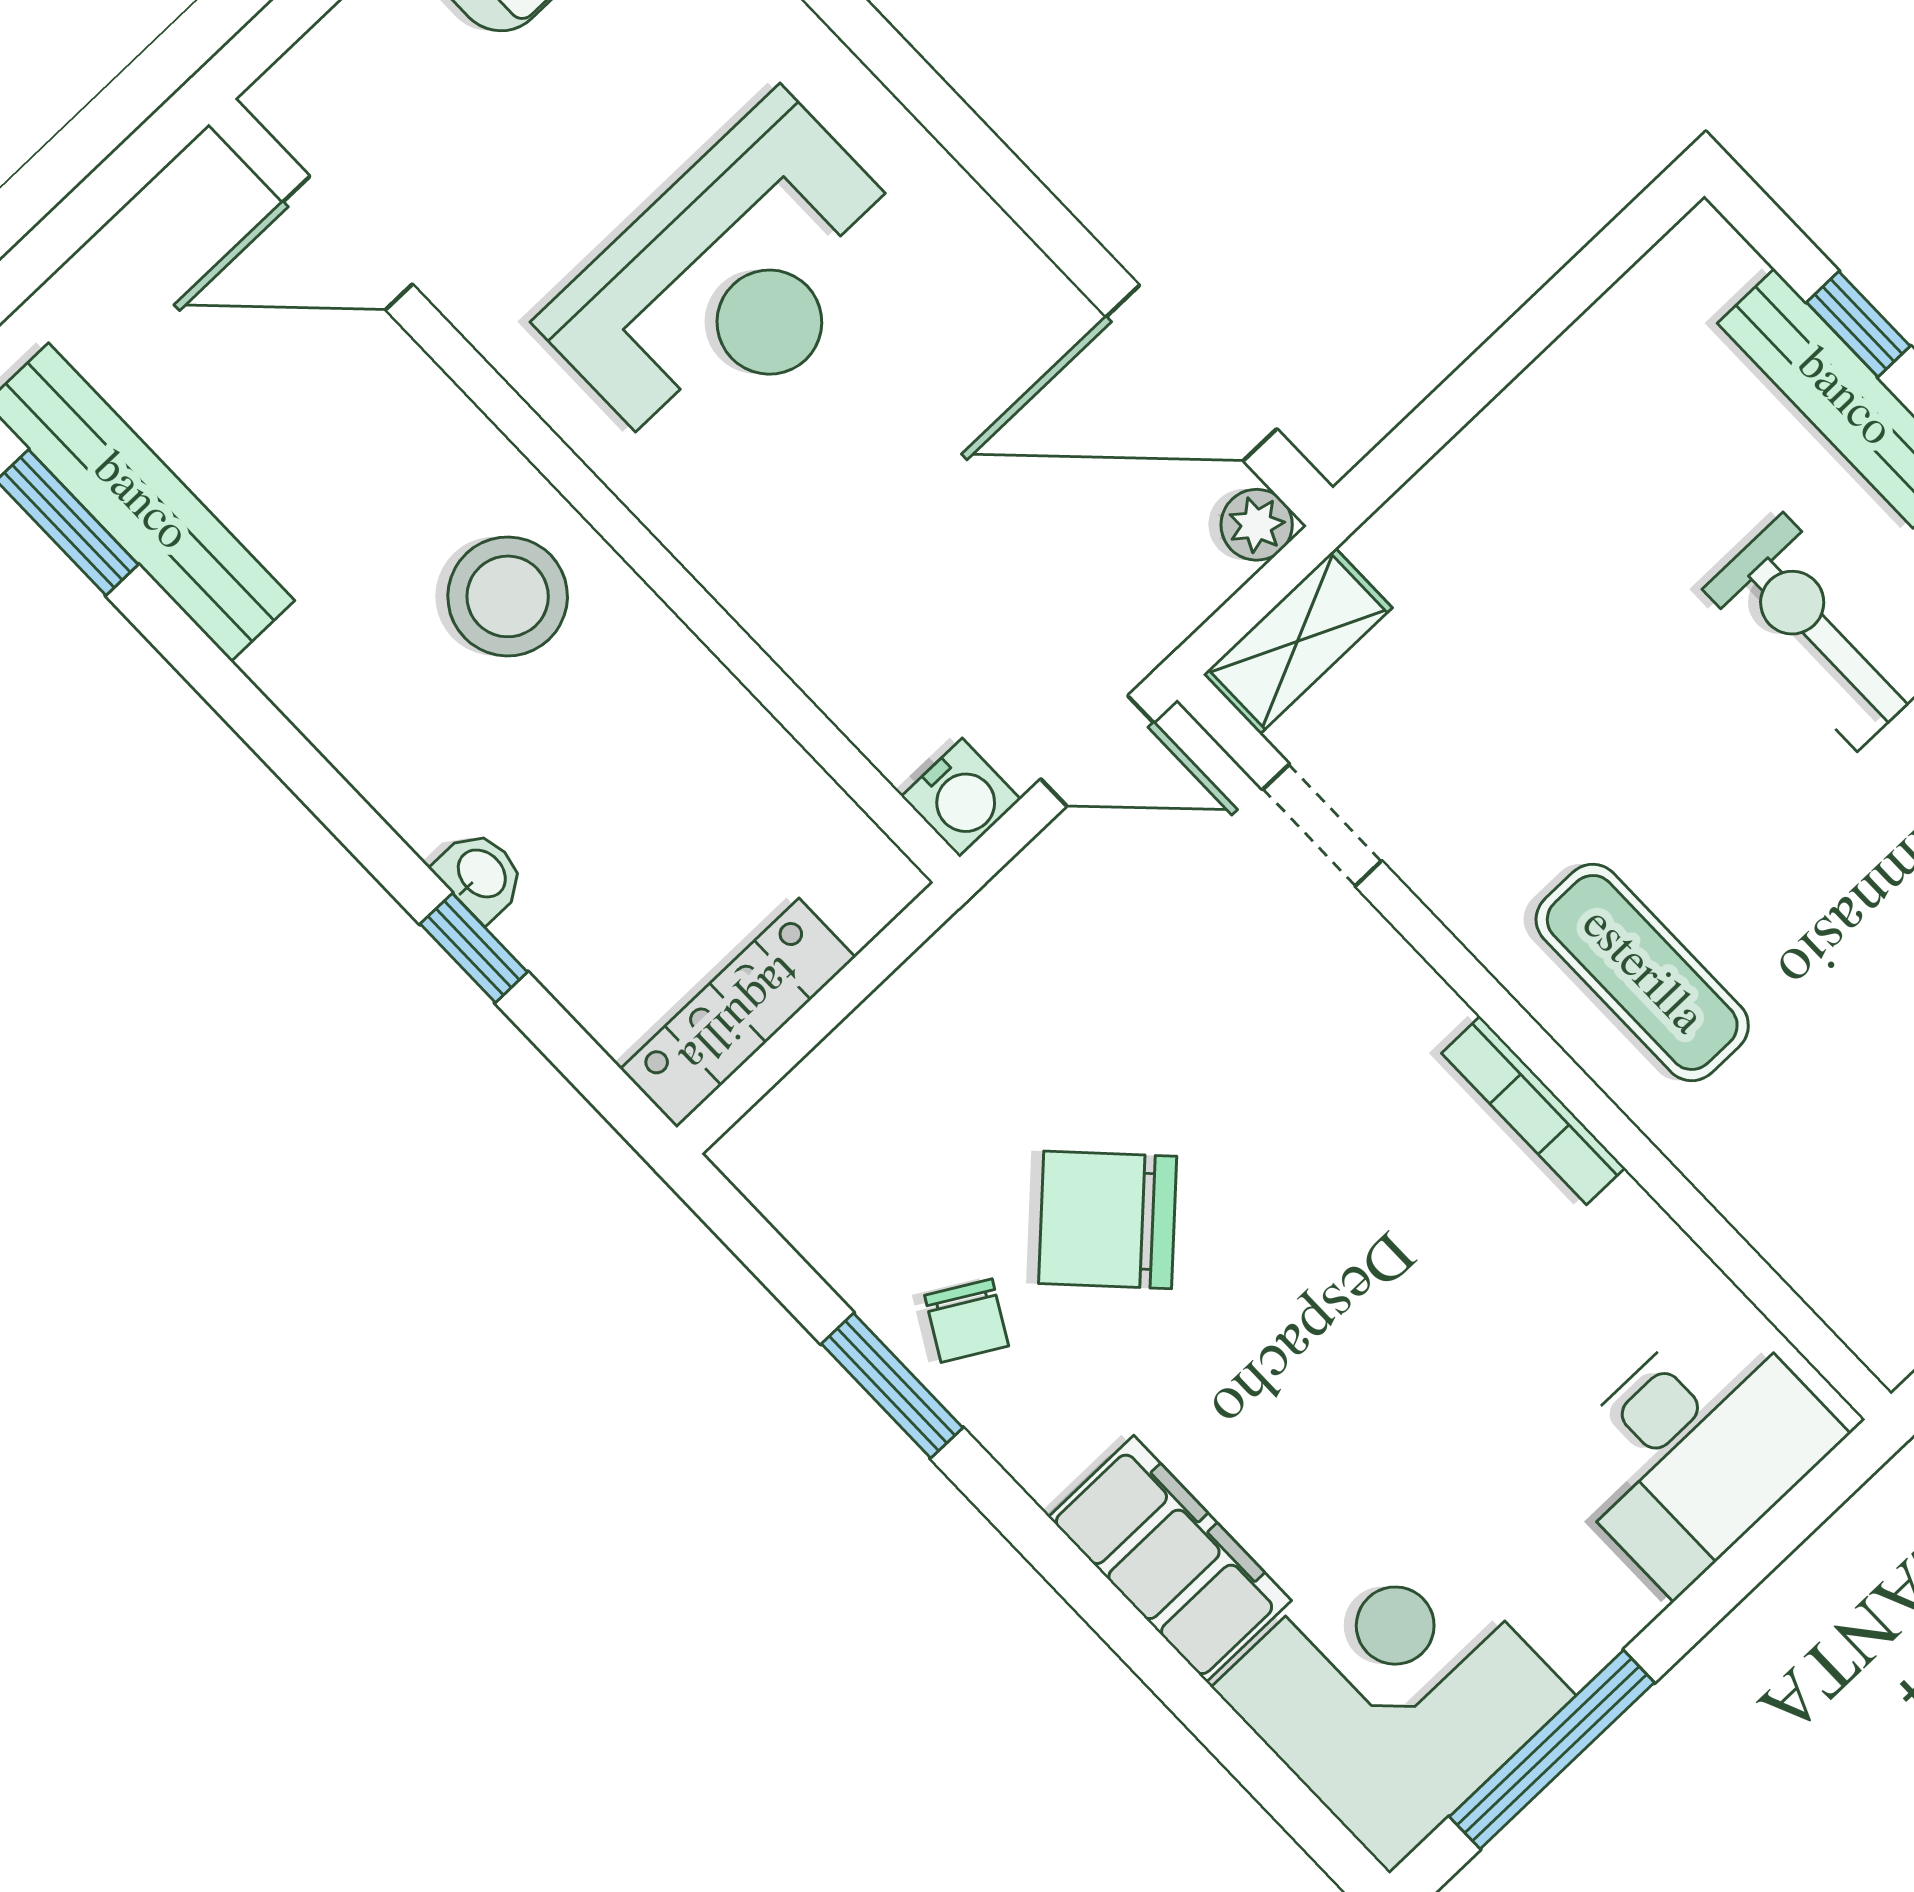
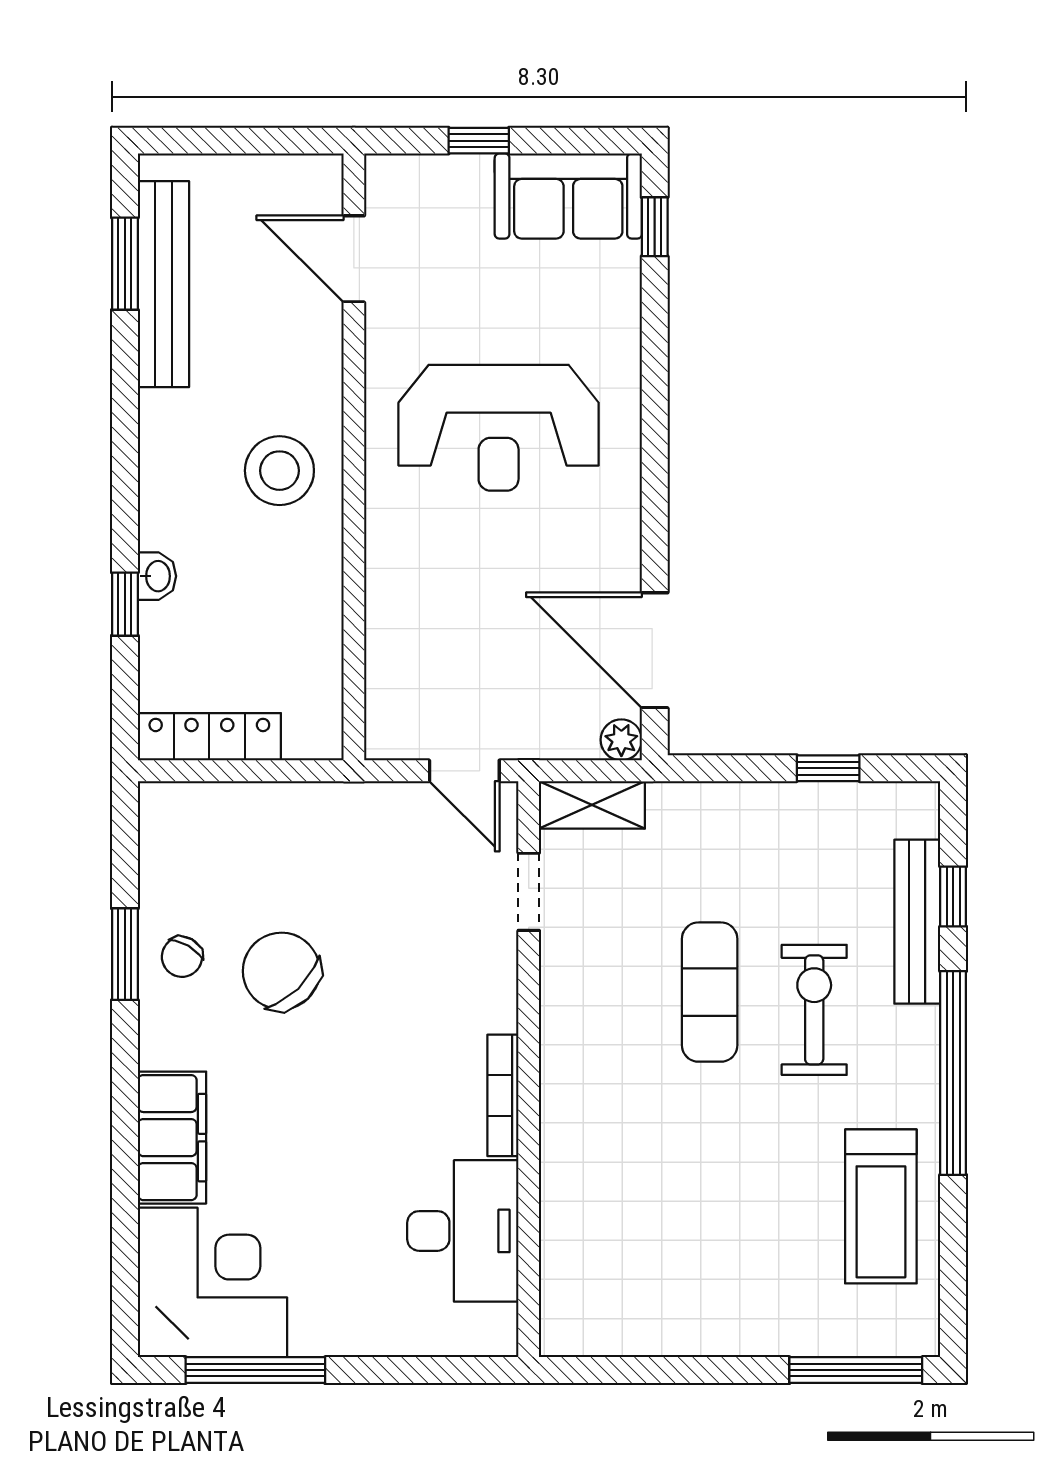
window: (1549, 313) -> (828, 768), added
water cooler: (961, 798) -> (389, 736), removed
exercise mat: (1642, 972) -> (710, 992), moved
desk: (1696, 1448) -> (463, 1231), moved, turned -90

